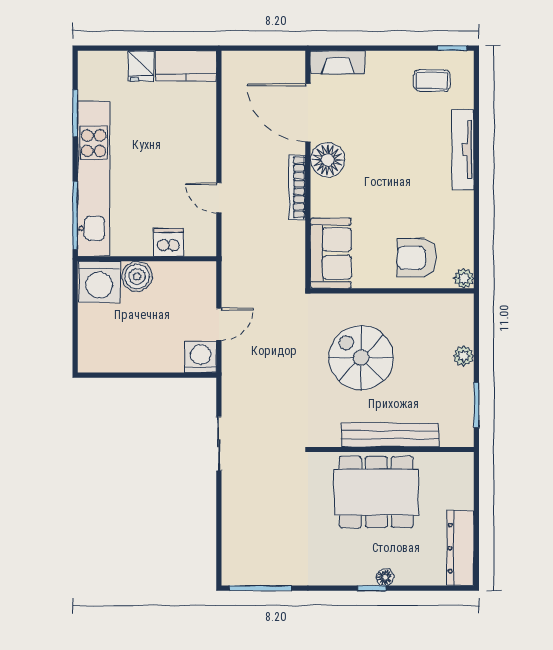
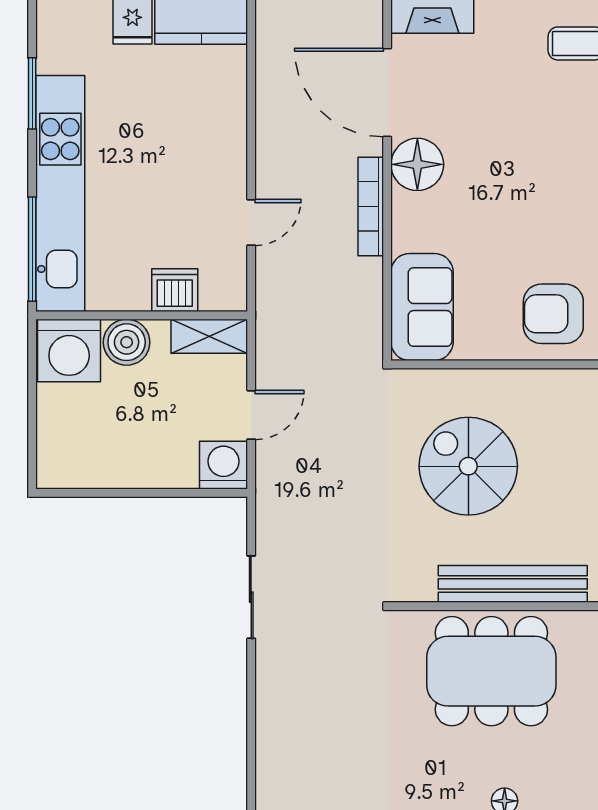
door: (219, 198) -> (251, 222), swing flipped
shelving: (191, 272) -> (209, 336), added

